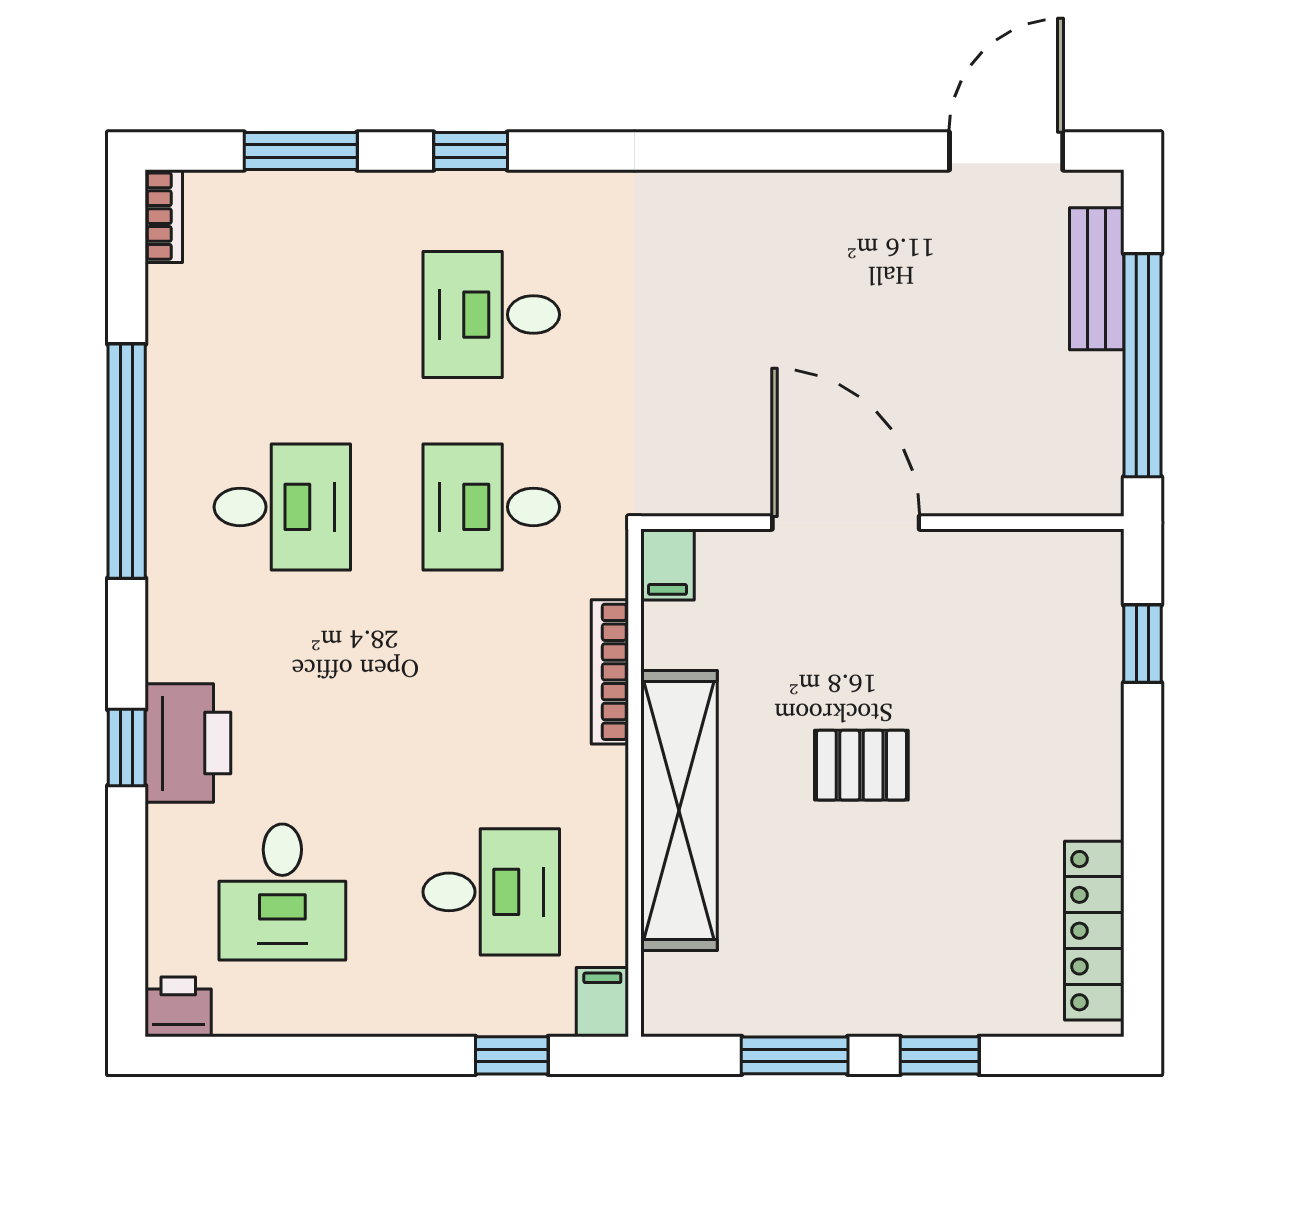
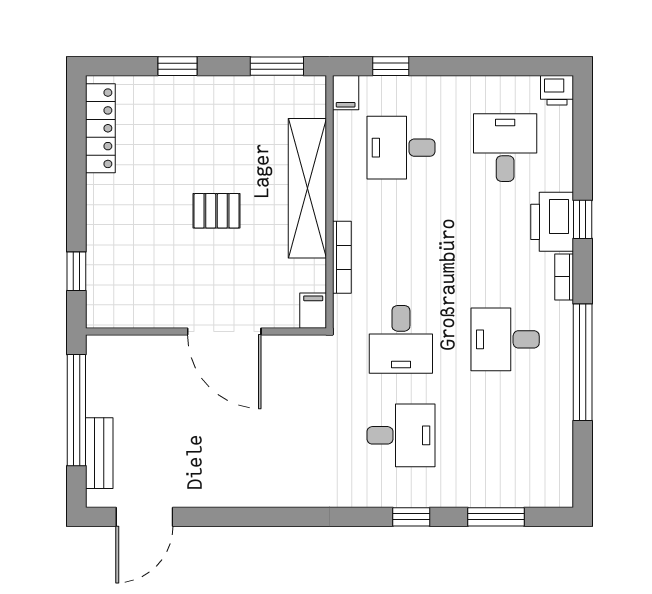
bookcase: (164, 216) -> (564, 277), moved
desk: (491, 507) -> (401, 339), turned 90
window: (795, 1055) -> (277, 66), moved

